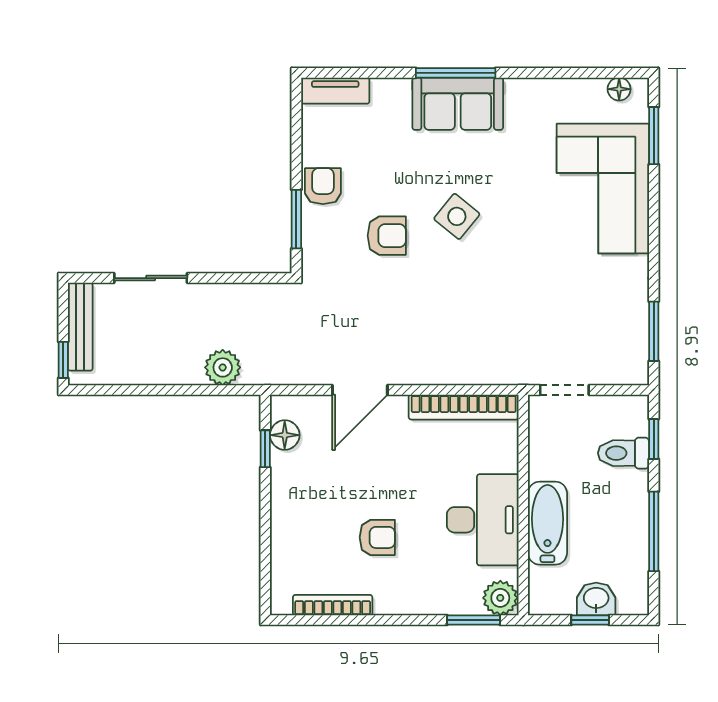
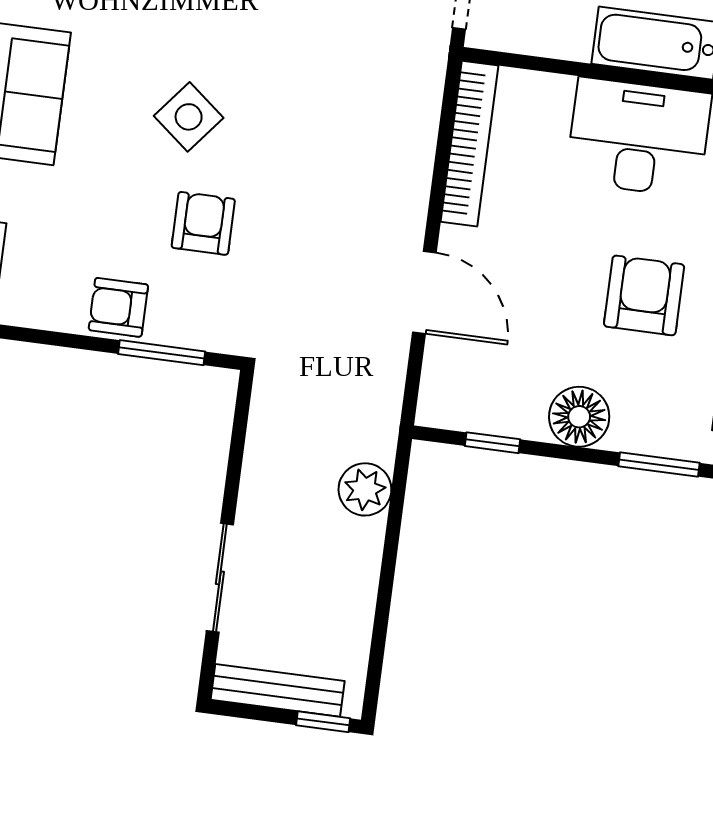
floor lamp: (285, 435) -> (579, 417), moved, width x1.38, depth x1.38
armchair: (377, 537) -> (644, 295), width x1.38, depth x1.38
window: (265, 562) -> (659, 465), added

